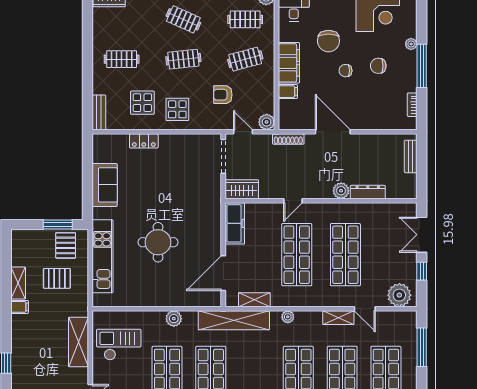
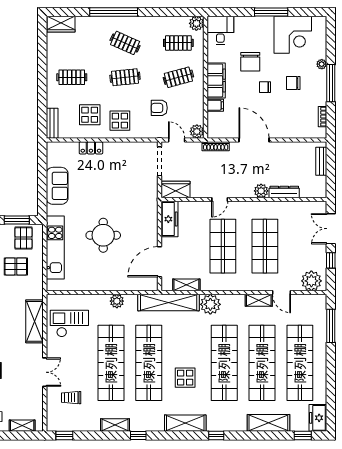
plant: (288, 317) -> (210, 304), width x1.88, depth x1.88

